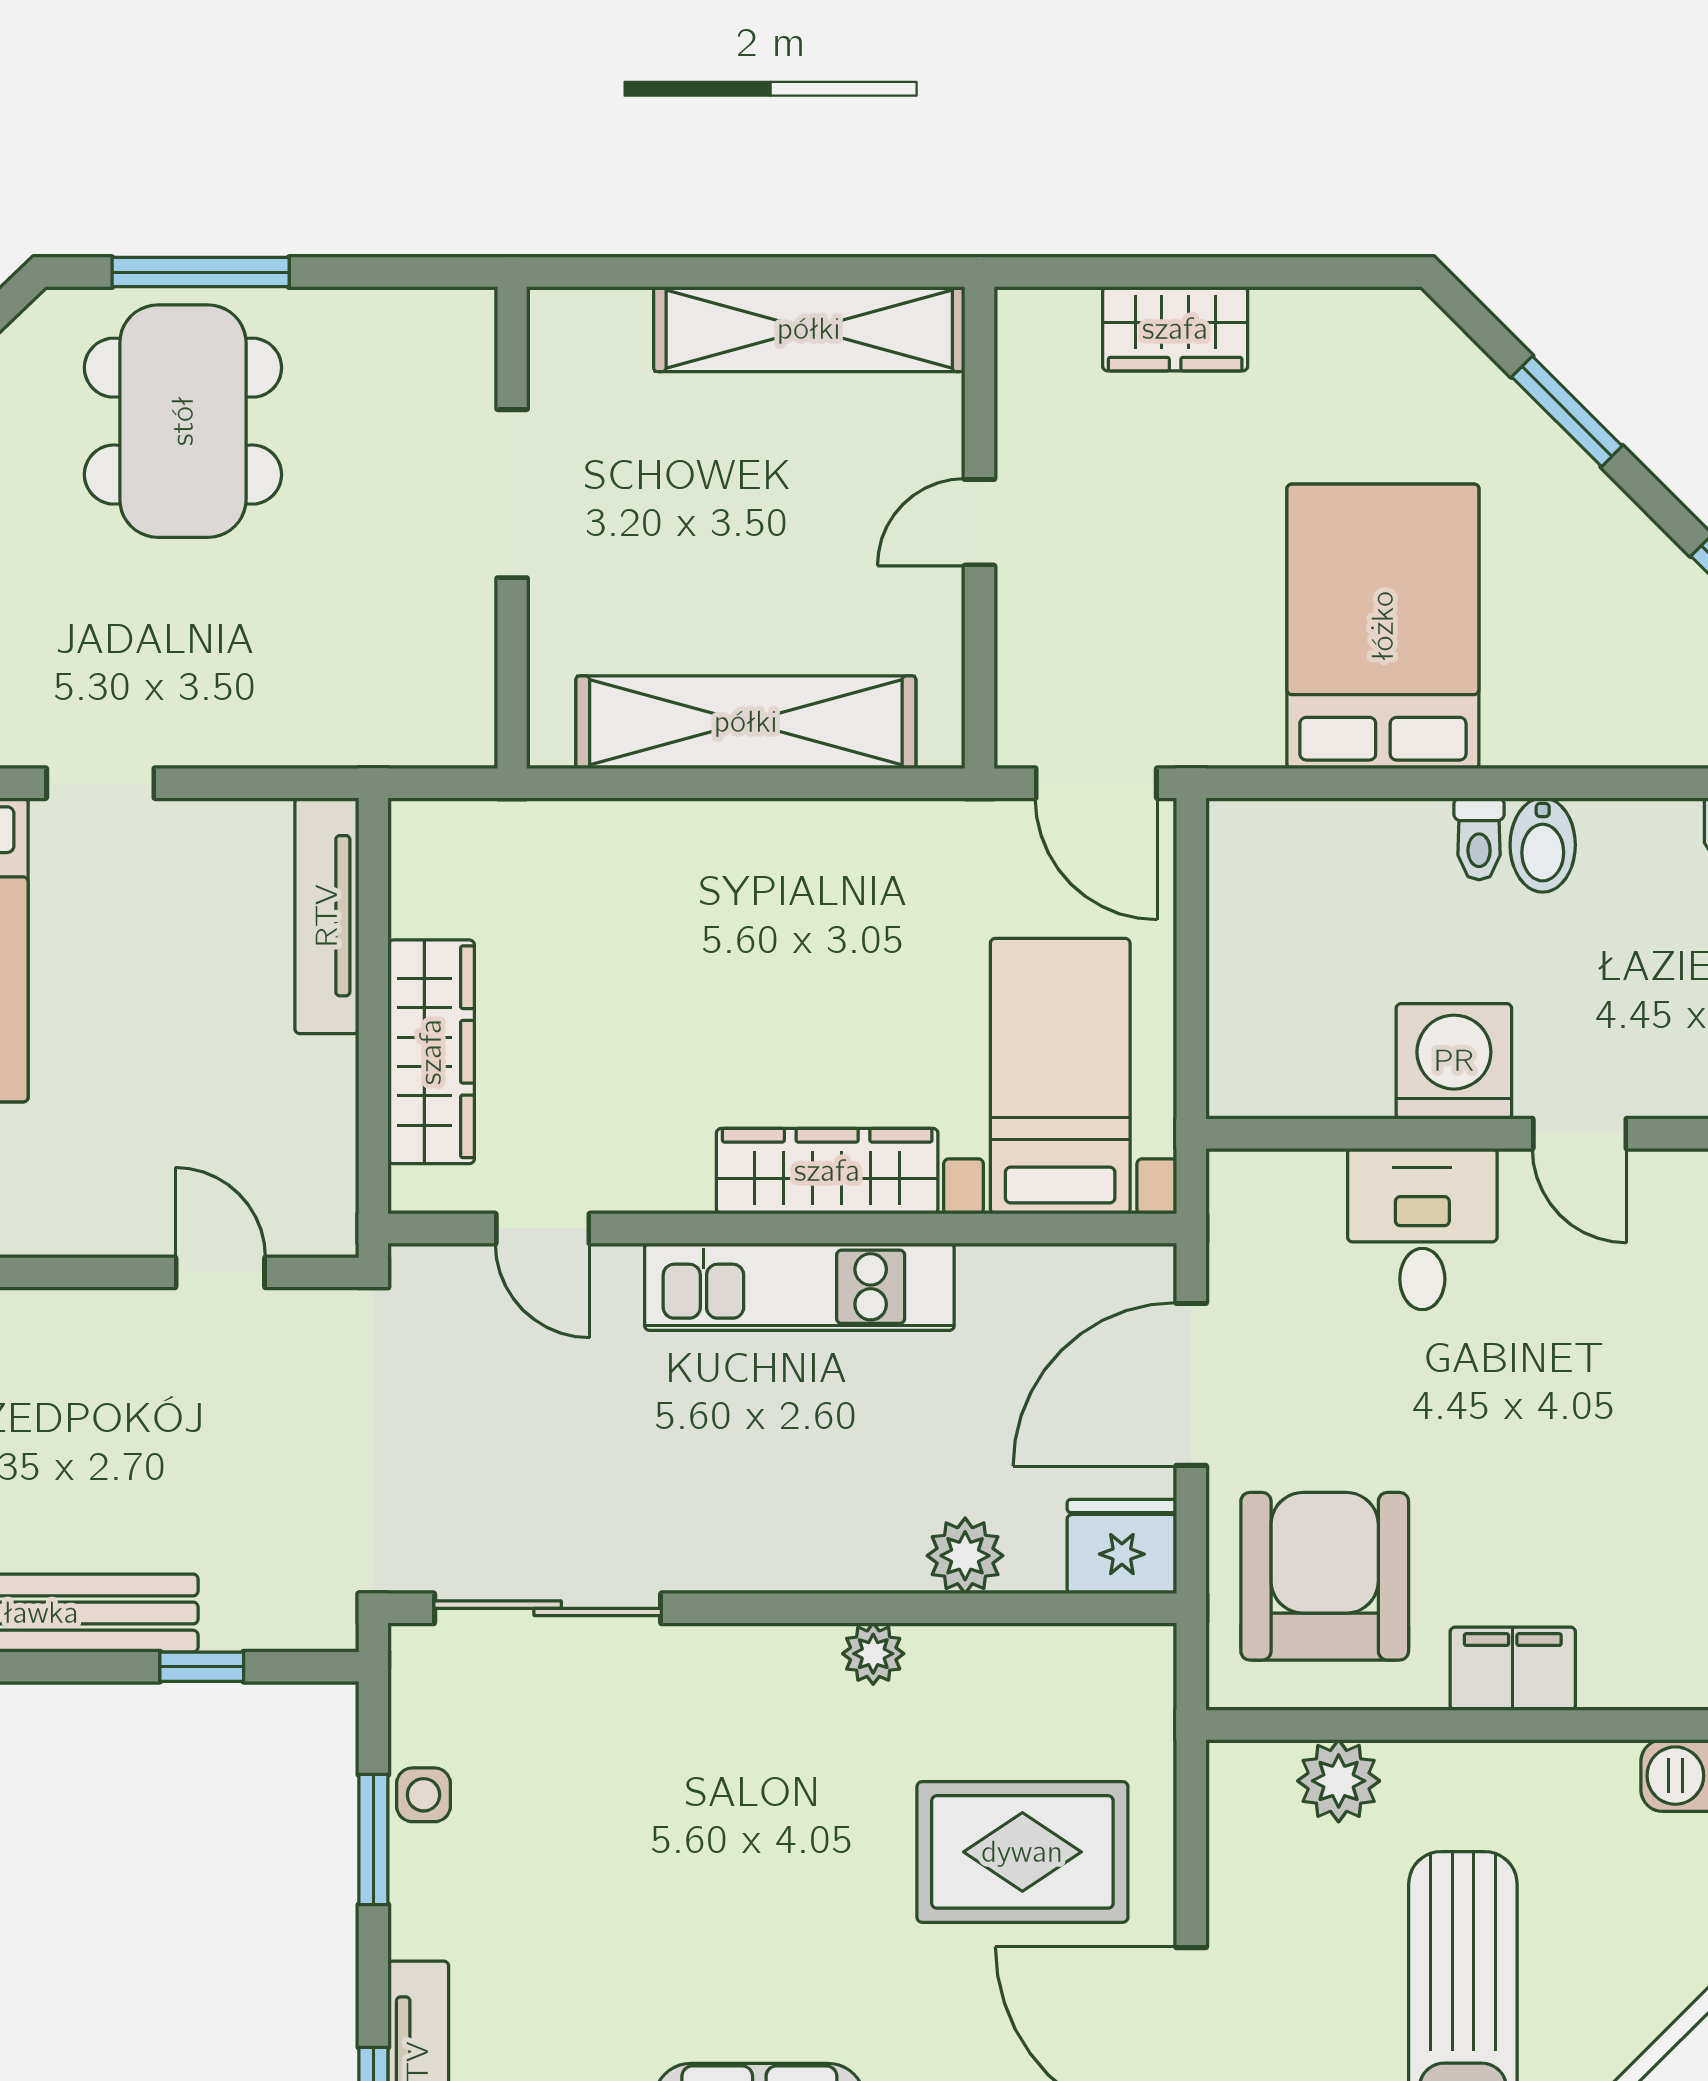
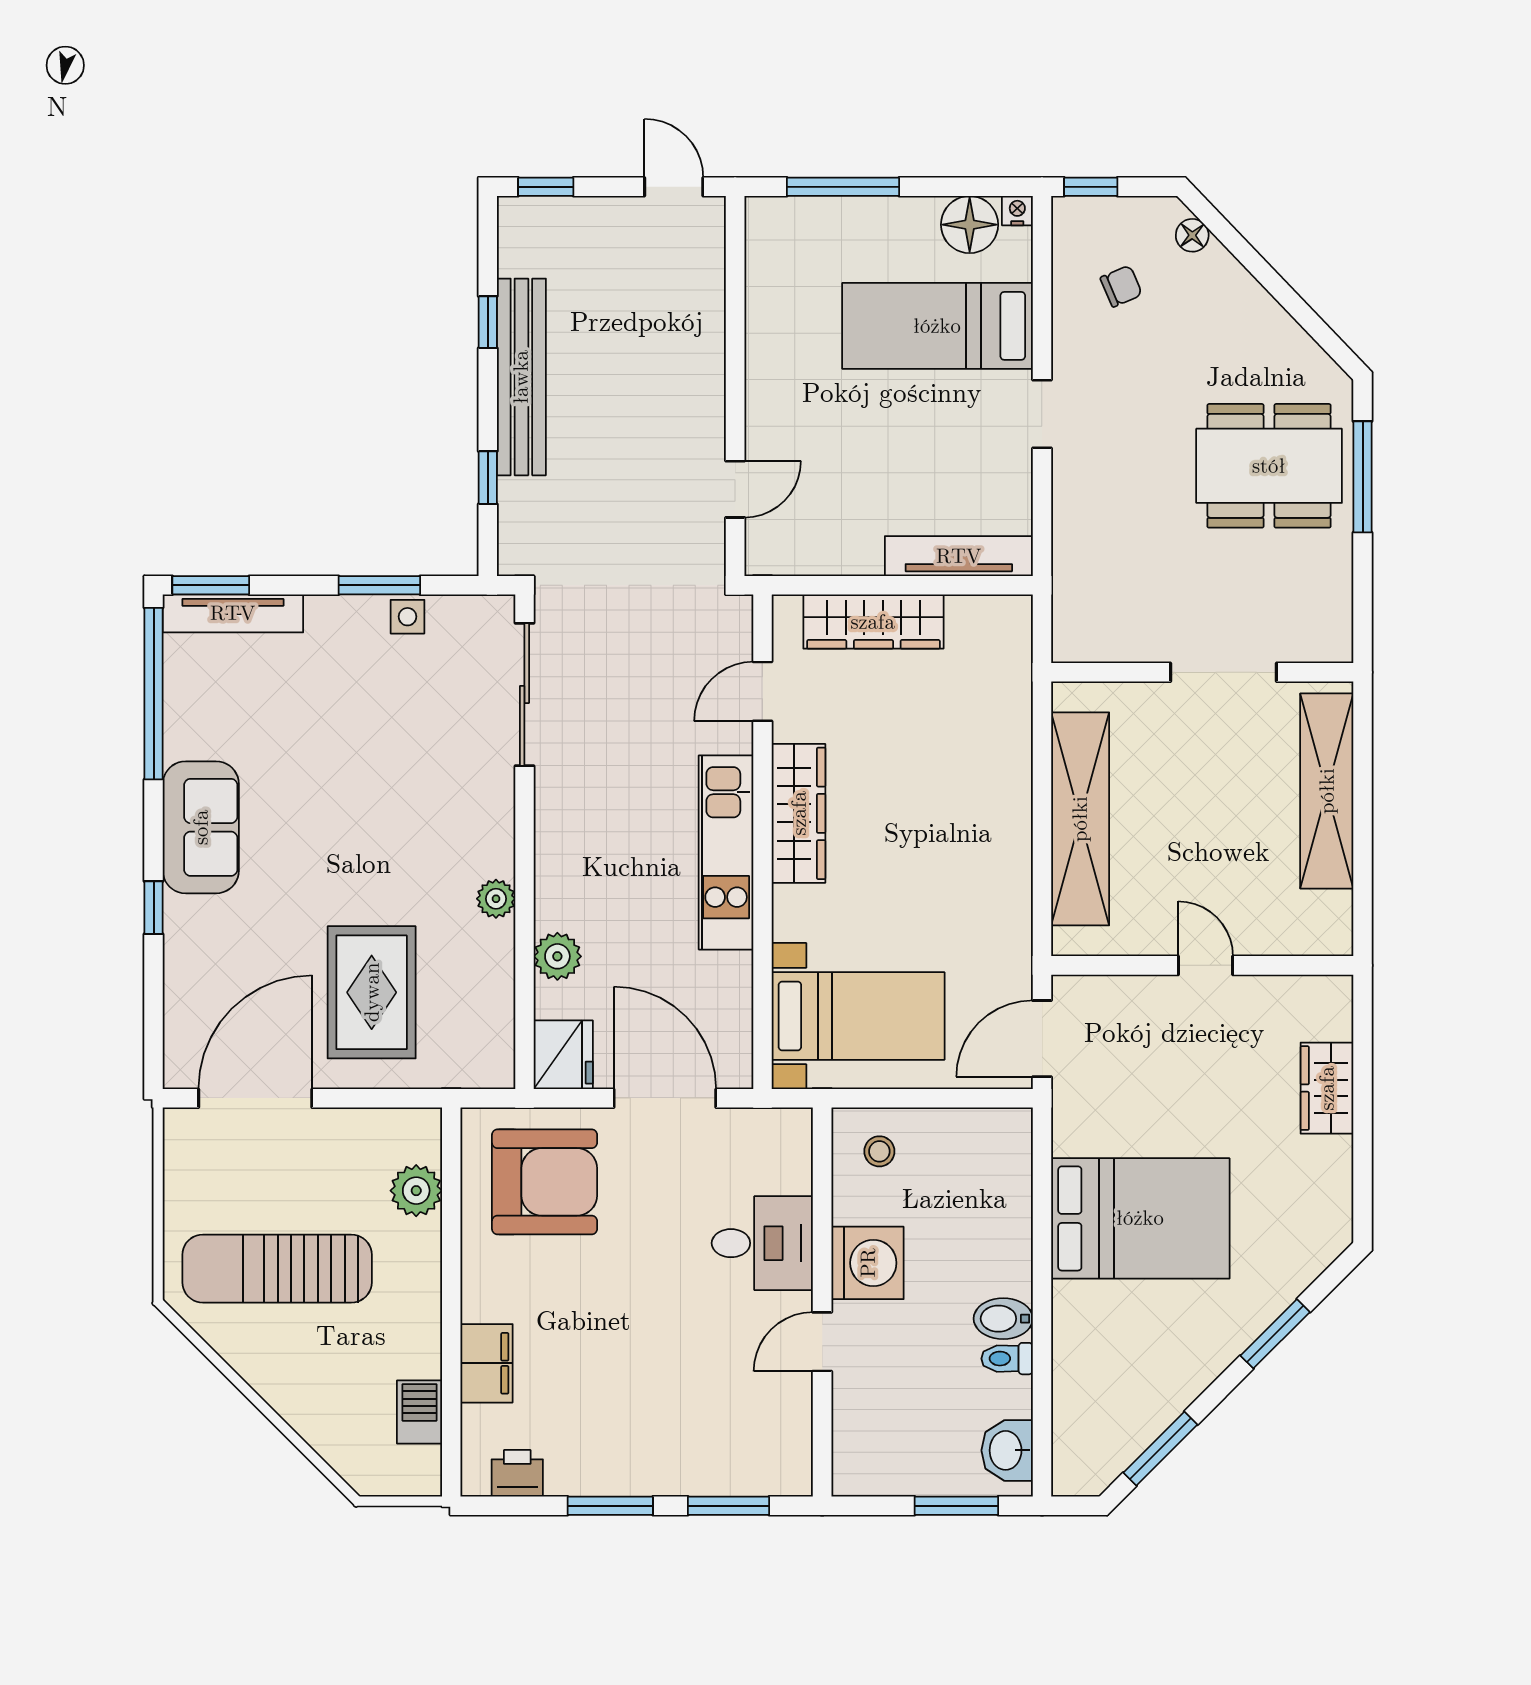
shelving: (809, 329) -> (1327, 791), moved
toilet: (1479, 839) -> (1007, 1359), moved
stool: (1276, 1042) -> (879, 1151), added
wardrobe: (827, 1171) -> (799, 813), moved
filing cabinet: (1513, 1669) -> (487, 1363), moved

